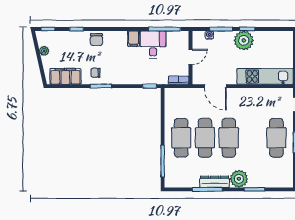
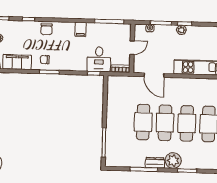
plant: (244, 40) -> (181, 30), width x0.53, depth x0.53
desk: (153, 44) -> (99, 59), moved, turned 180
cafe table: (181, 138) -> (187, 123), moved
dresser: (215, 182) -> (155, 163), width x0.70

